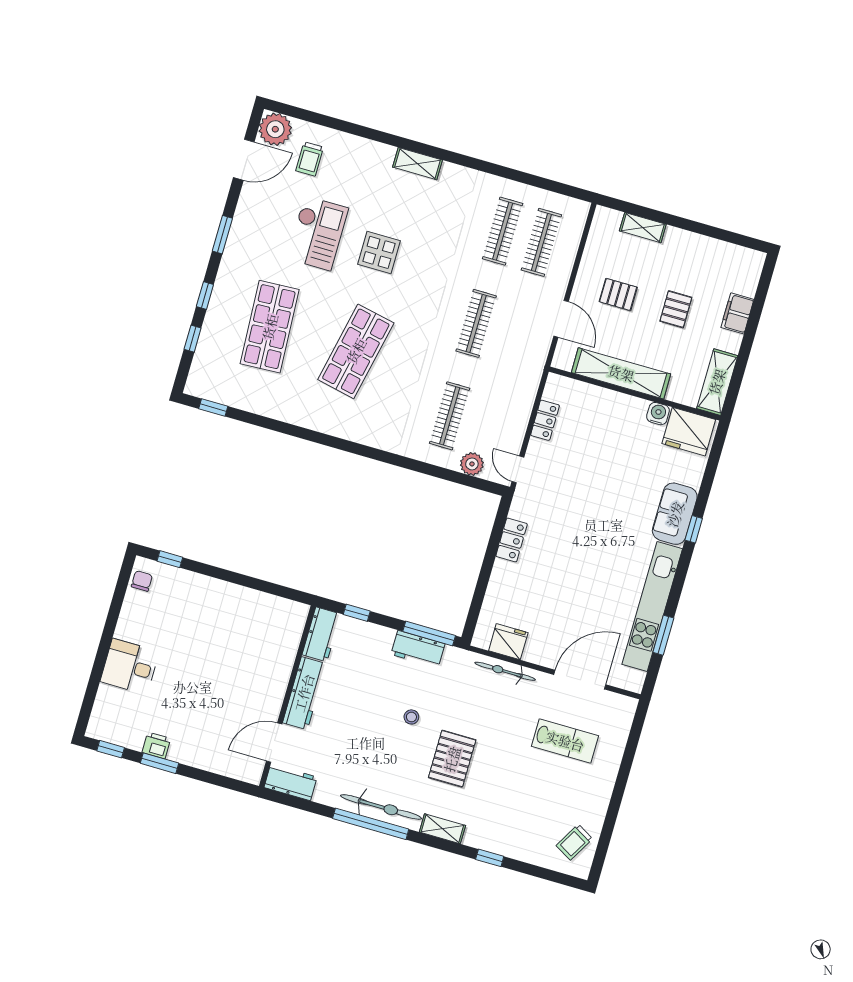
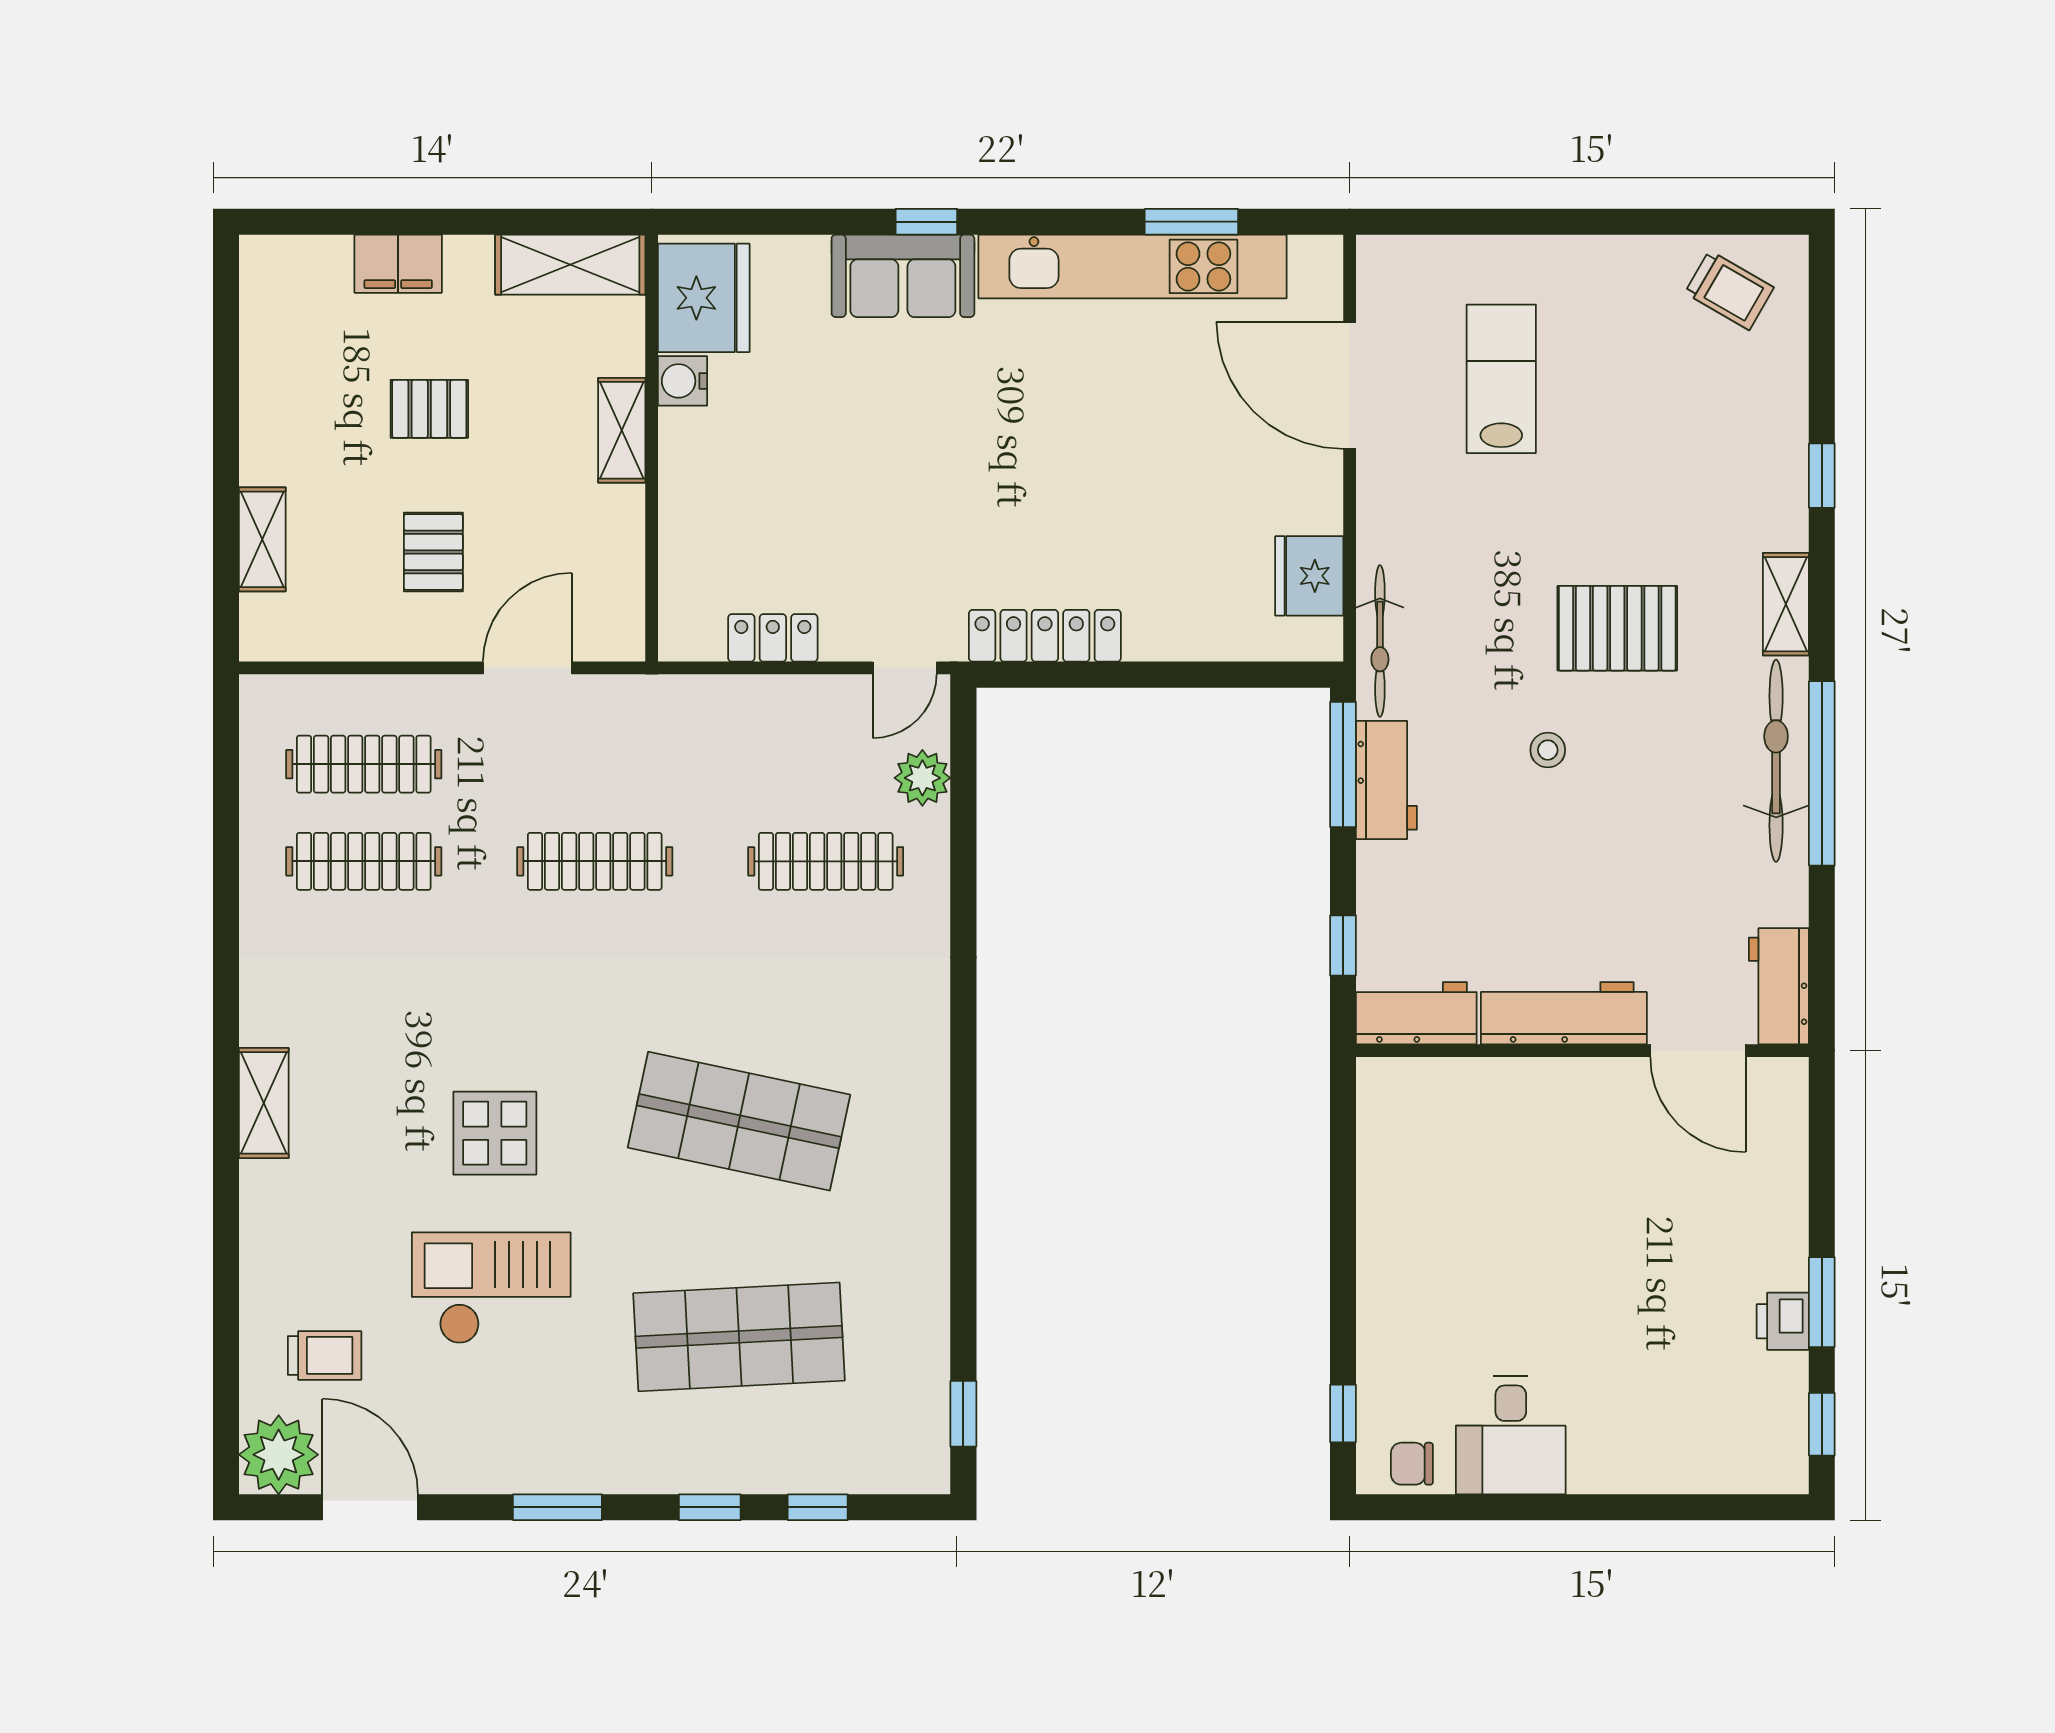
shelving: (621, 373) -> (622, 430), width x0.45, depth x0.75
locker: (512, 540) -> (1045, 636), width x1.53
desk: (130, 667) -> (1511, 1435), moved
bicycle: (505, 671) -> (1380, 641), moved

